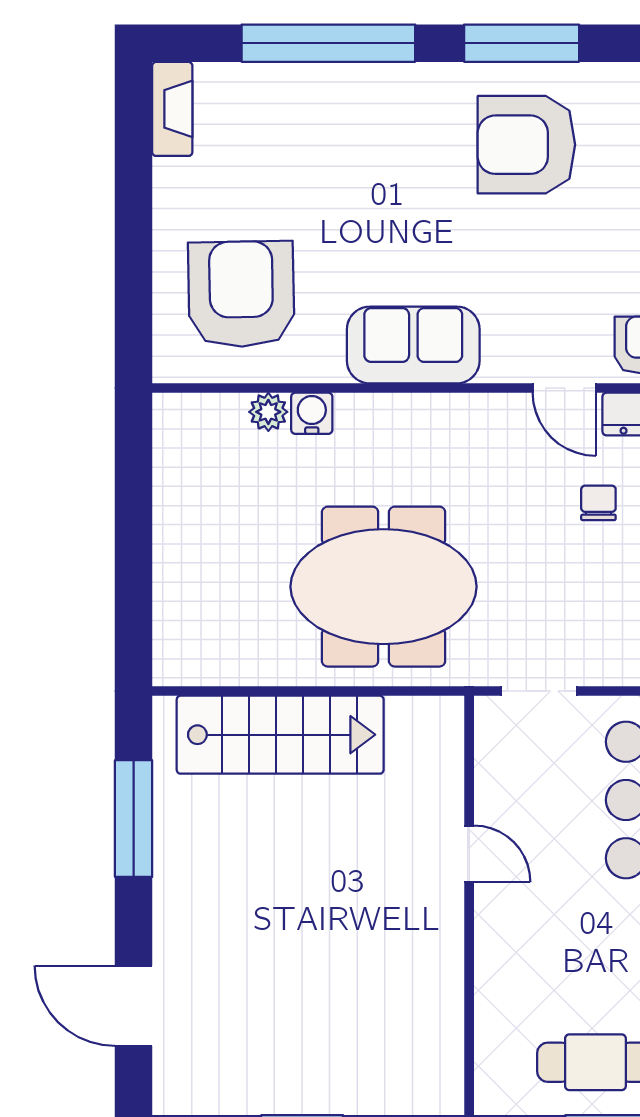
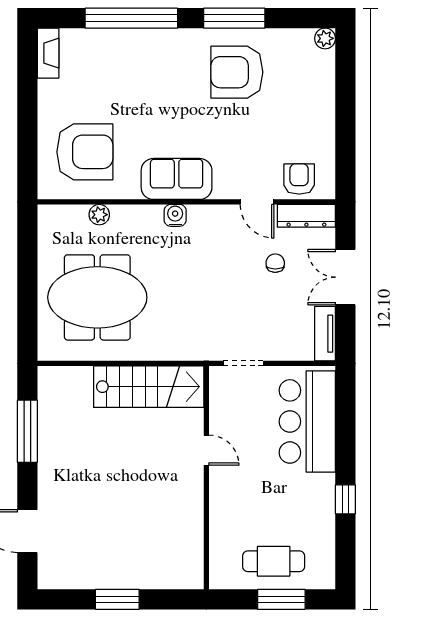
armchair: (241, 294) -> (85, 152), turned 91
water cooler: (312, 413) -> (175, 215), moved
meeting table: (384, 587) -> (97, 297), moved
stairs: (280, 735) -> (149, 387), moved

